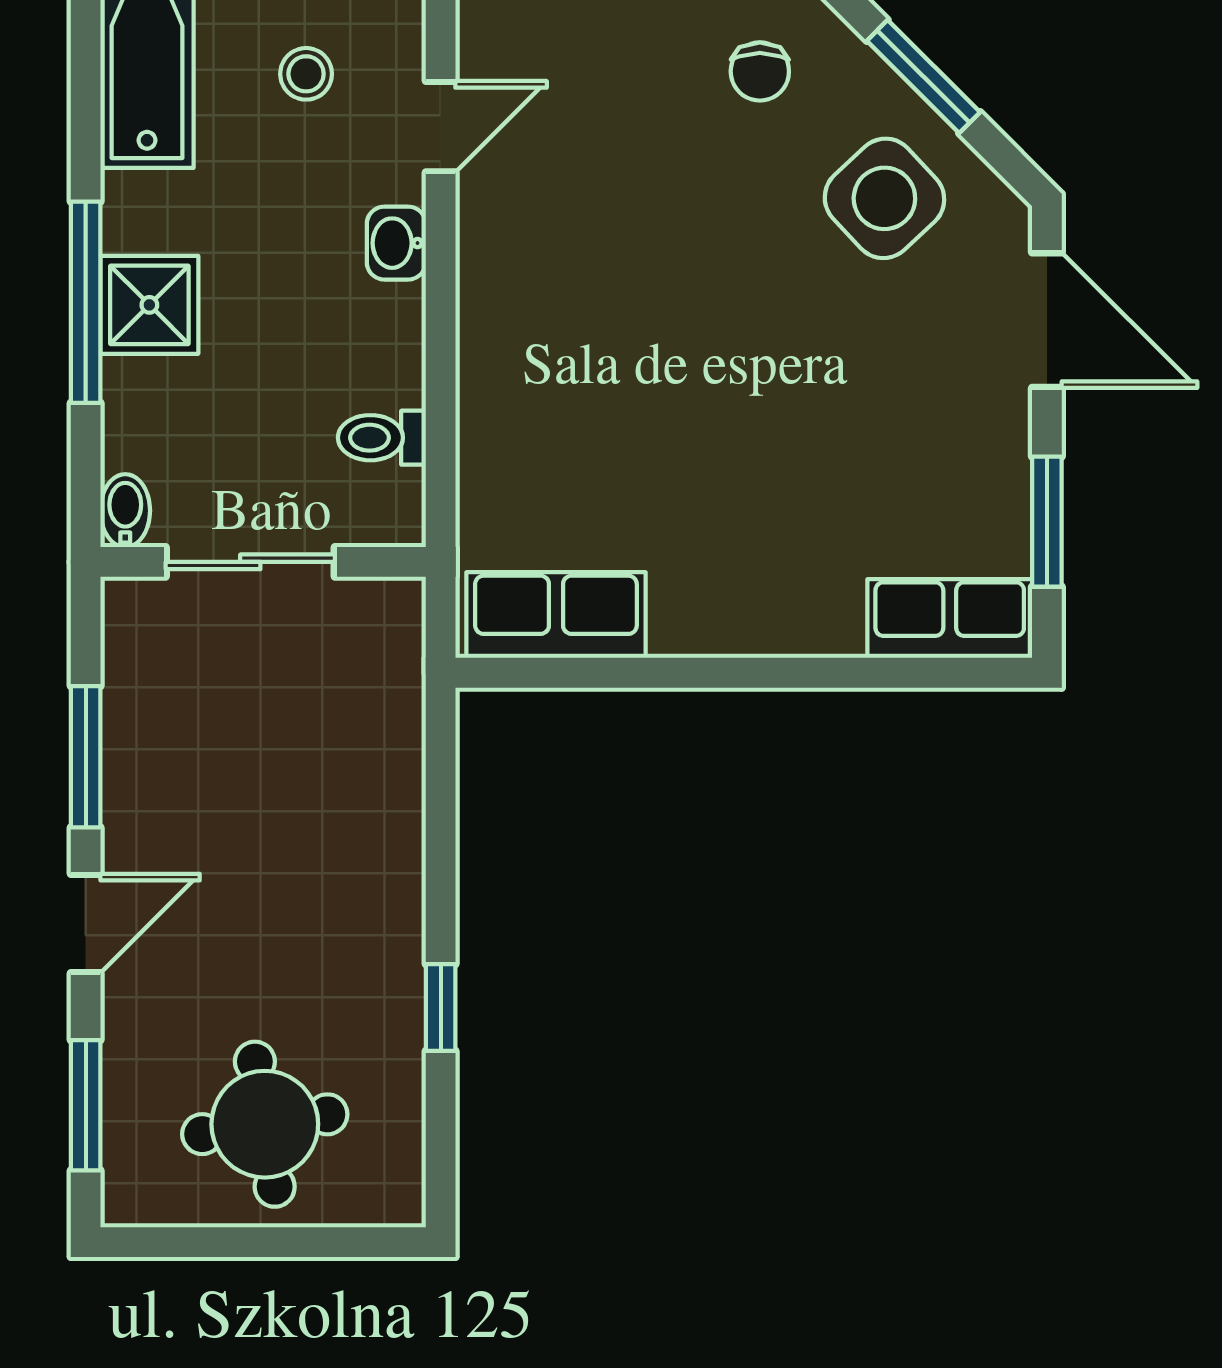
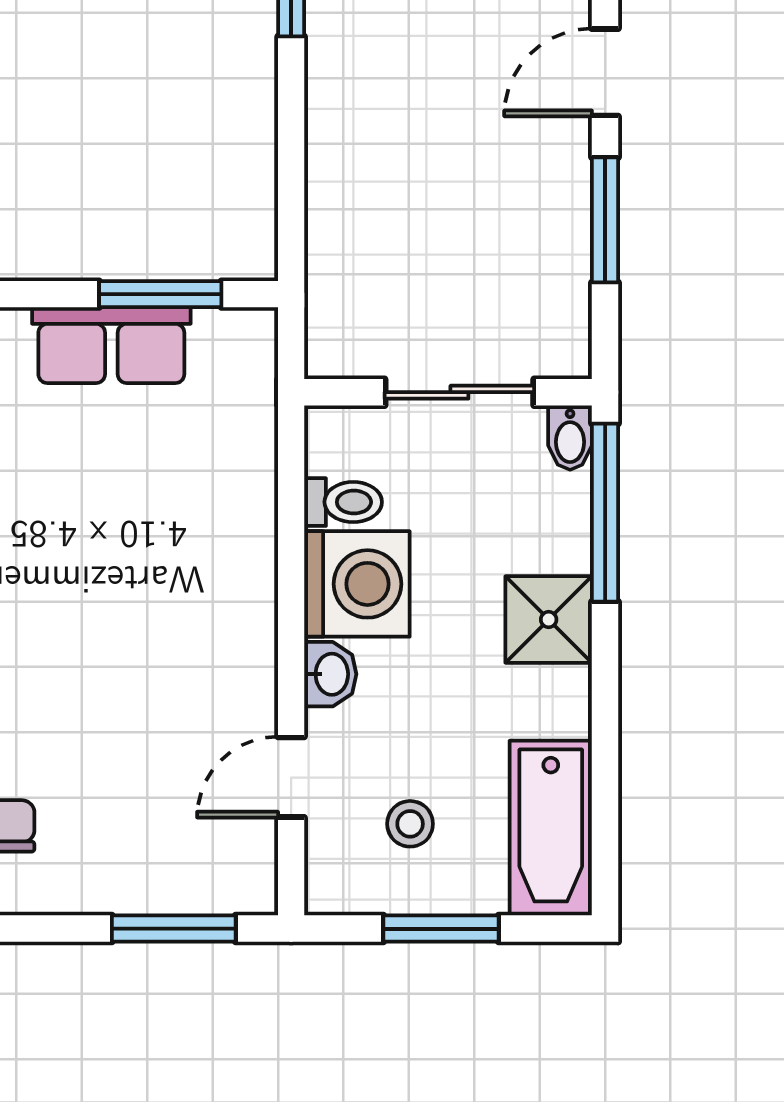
window: (86, 302) -> (605, 513), moved
washing machine: (366, 345) -> (357, 584), added
row of seats: (556, 615) -> (111, 345), moved
window: (588, 673) -> (160, 294), added

